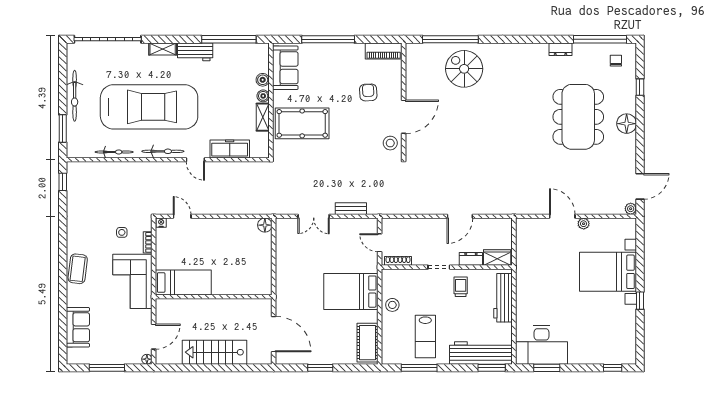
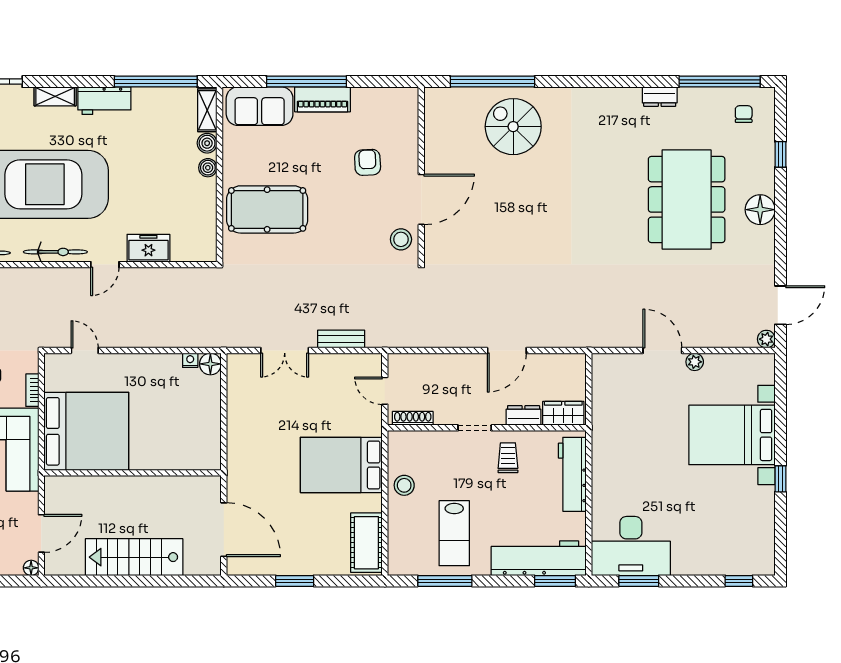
piano: (384, 51) -> (322, 99), moved
sofa: (285, 68) -> (260, 106), moved, turned 90
shelving: (263, 117) -> (207, 110), moved
freezer: (230, 149) -> (148, 248), width x0.71
door: (195, 160) -> (105, 265), hinge flipped
nightstand: (161, 223) -> (190, 360), moved
bed: (183, 283) -> (86, 431), width x2.04

